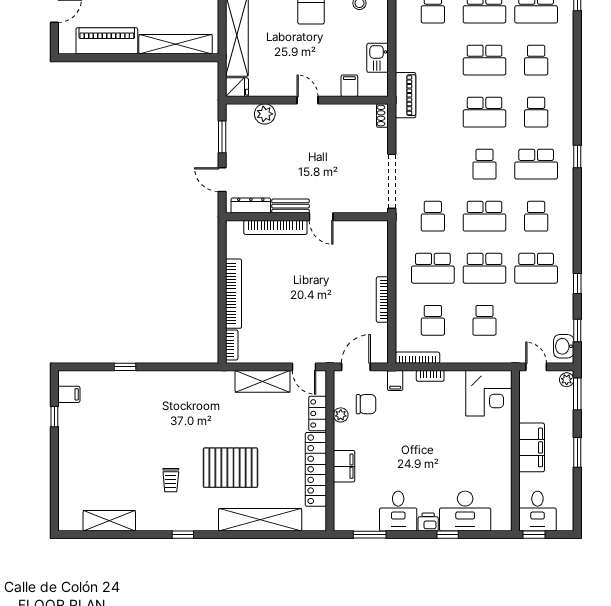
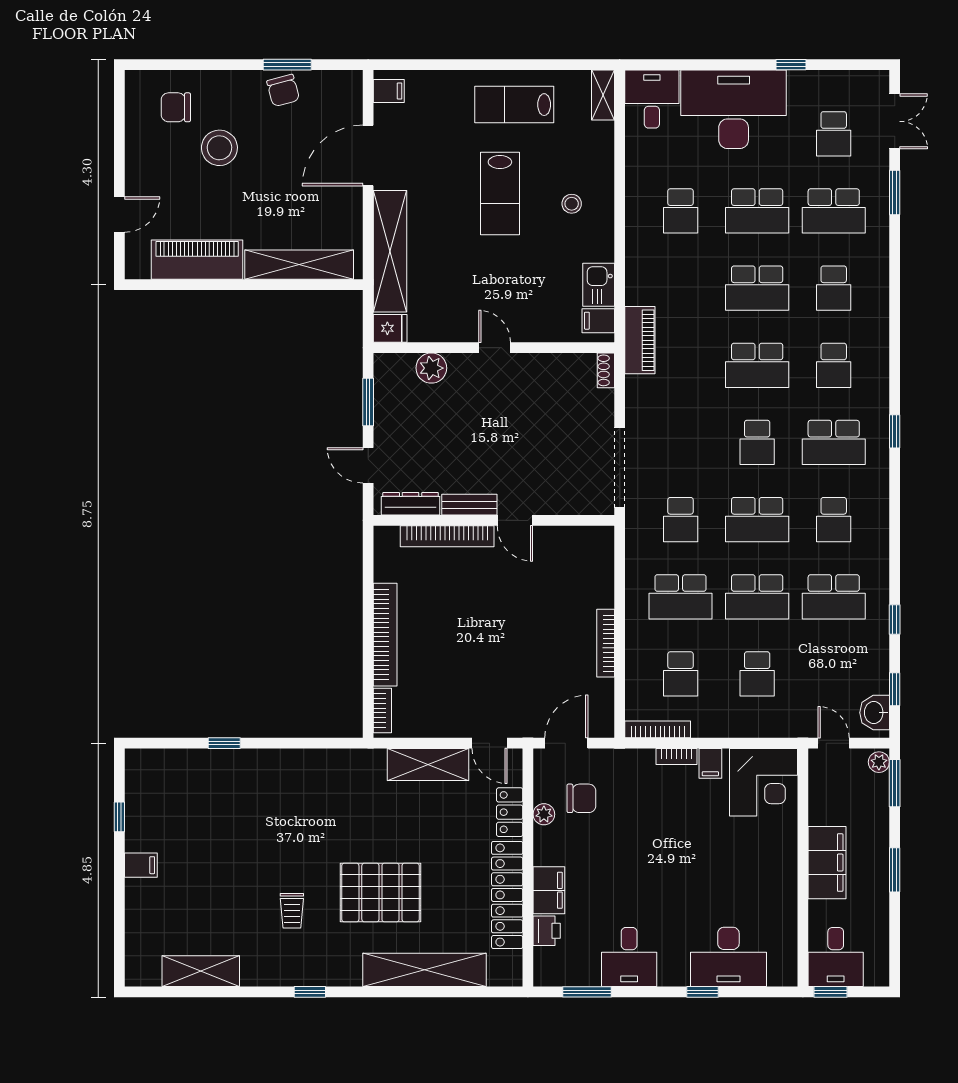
filing cabinet: (349, 86) -> (598, 321), moved, turned -90
filing cabinet: (395, 381) -> (710, 763), moved
filing cabinet: (69, 394) -> (141, 865), moved
printer: (428, 522) -> (547, 931), moved, turned 90

